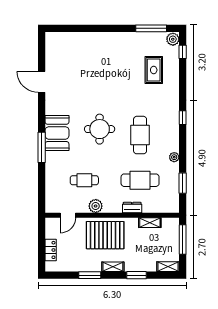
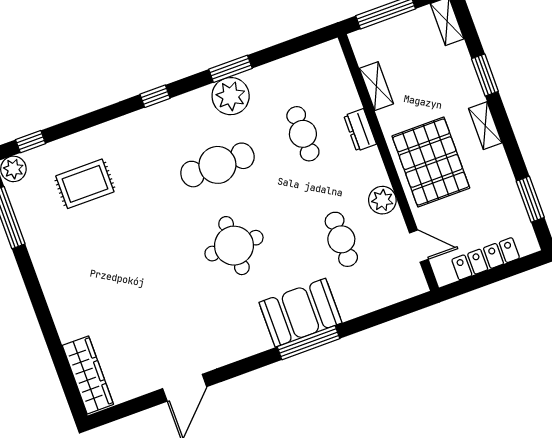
wardrobe: (64, 39) -> (88, 375), added
booth: (57, 133) -> (300, 313), moved
plant: (174, 157) -> (231, 96), width x1.88, depth x1.88
cafe table: (140, 180) -> (303, 134), width x0.73, depth x0.74
window: (183, 183) -> (230, 69), moved
locker: (51, 250) -> (486, 259), width x1.53
window: (90, 275) -> (530, 199), moved

